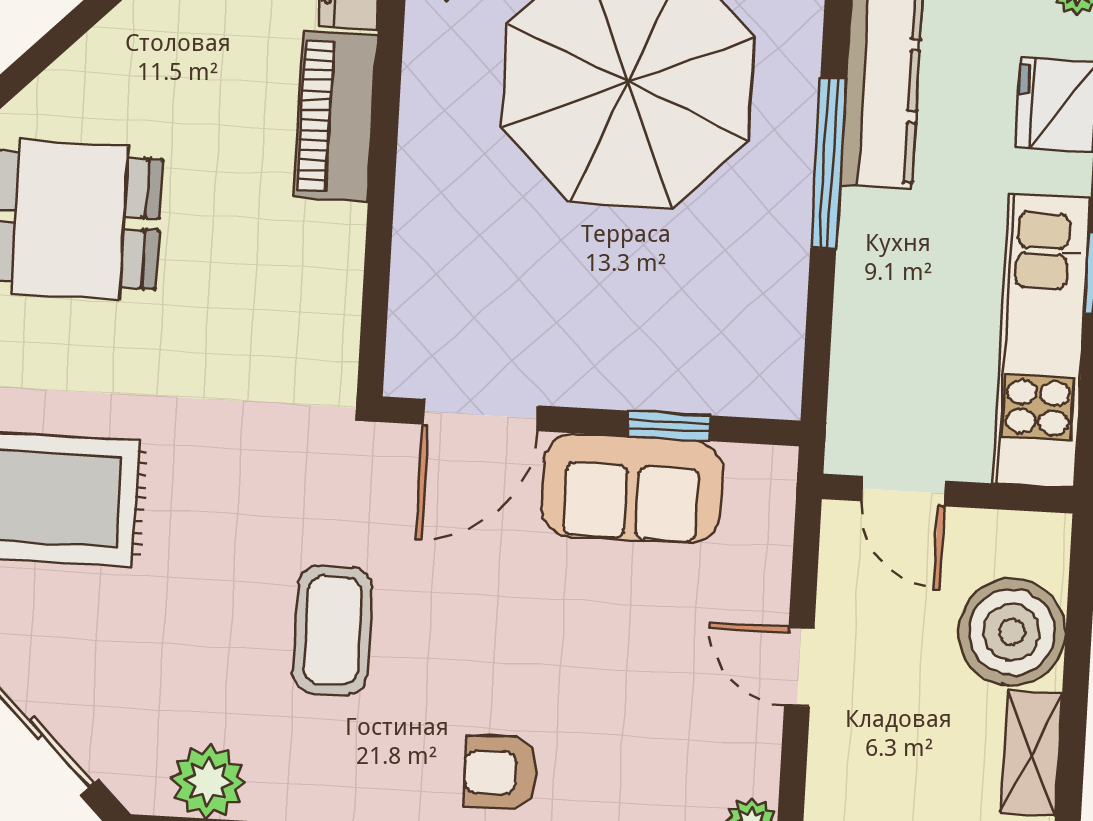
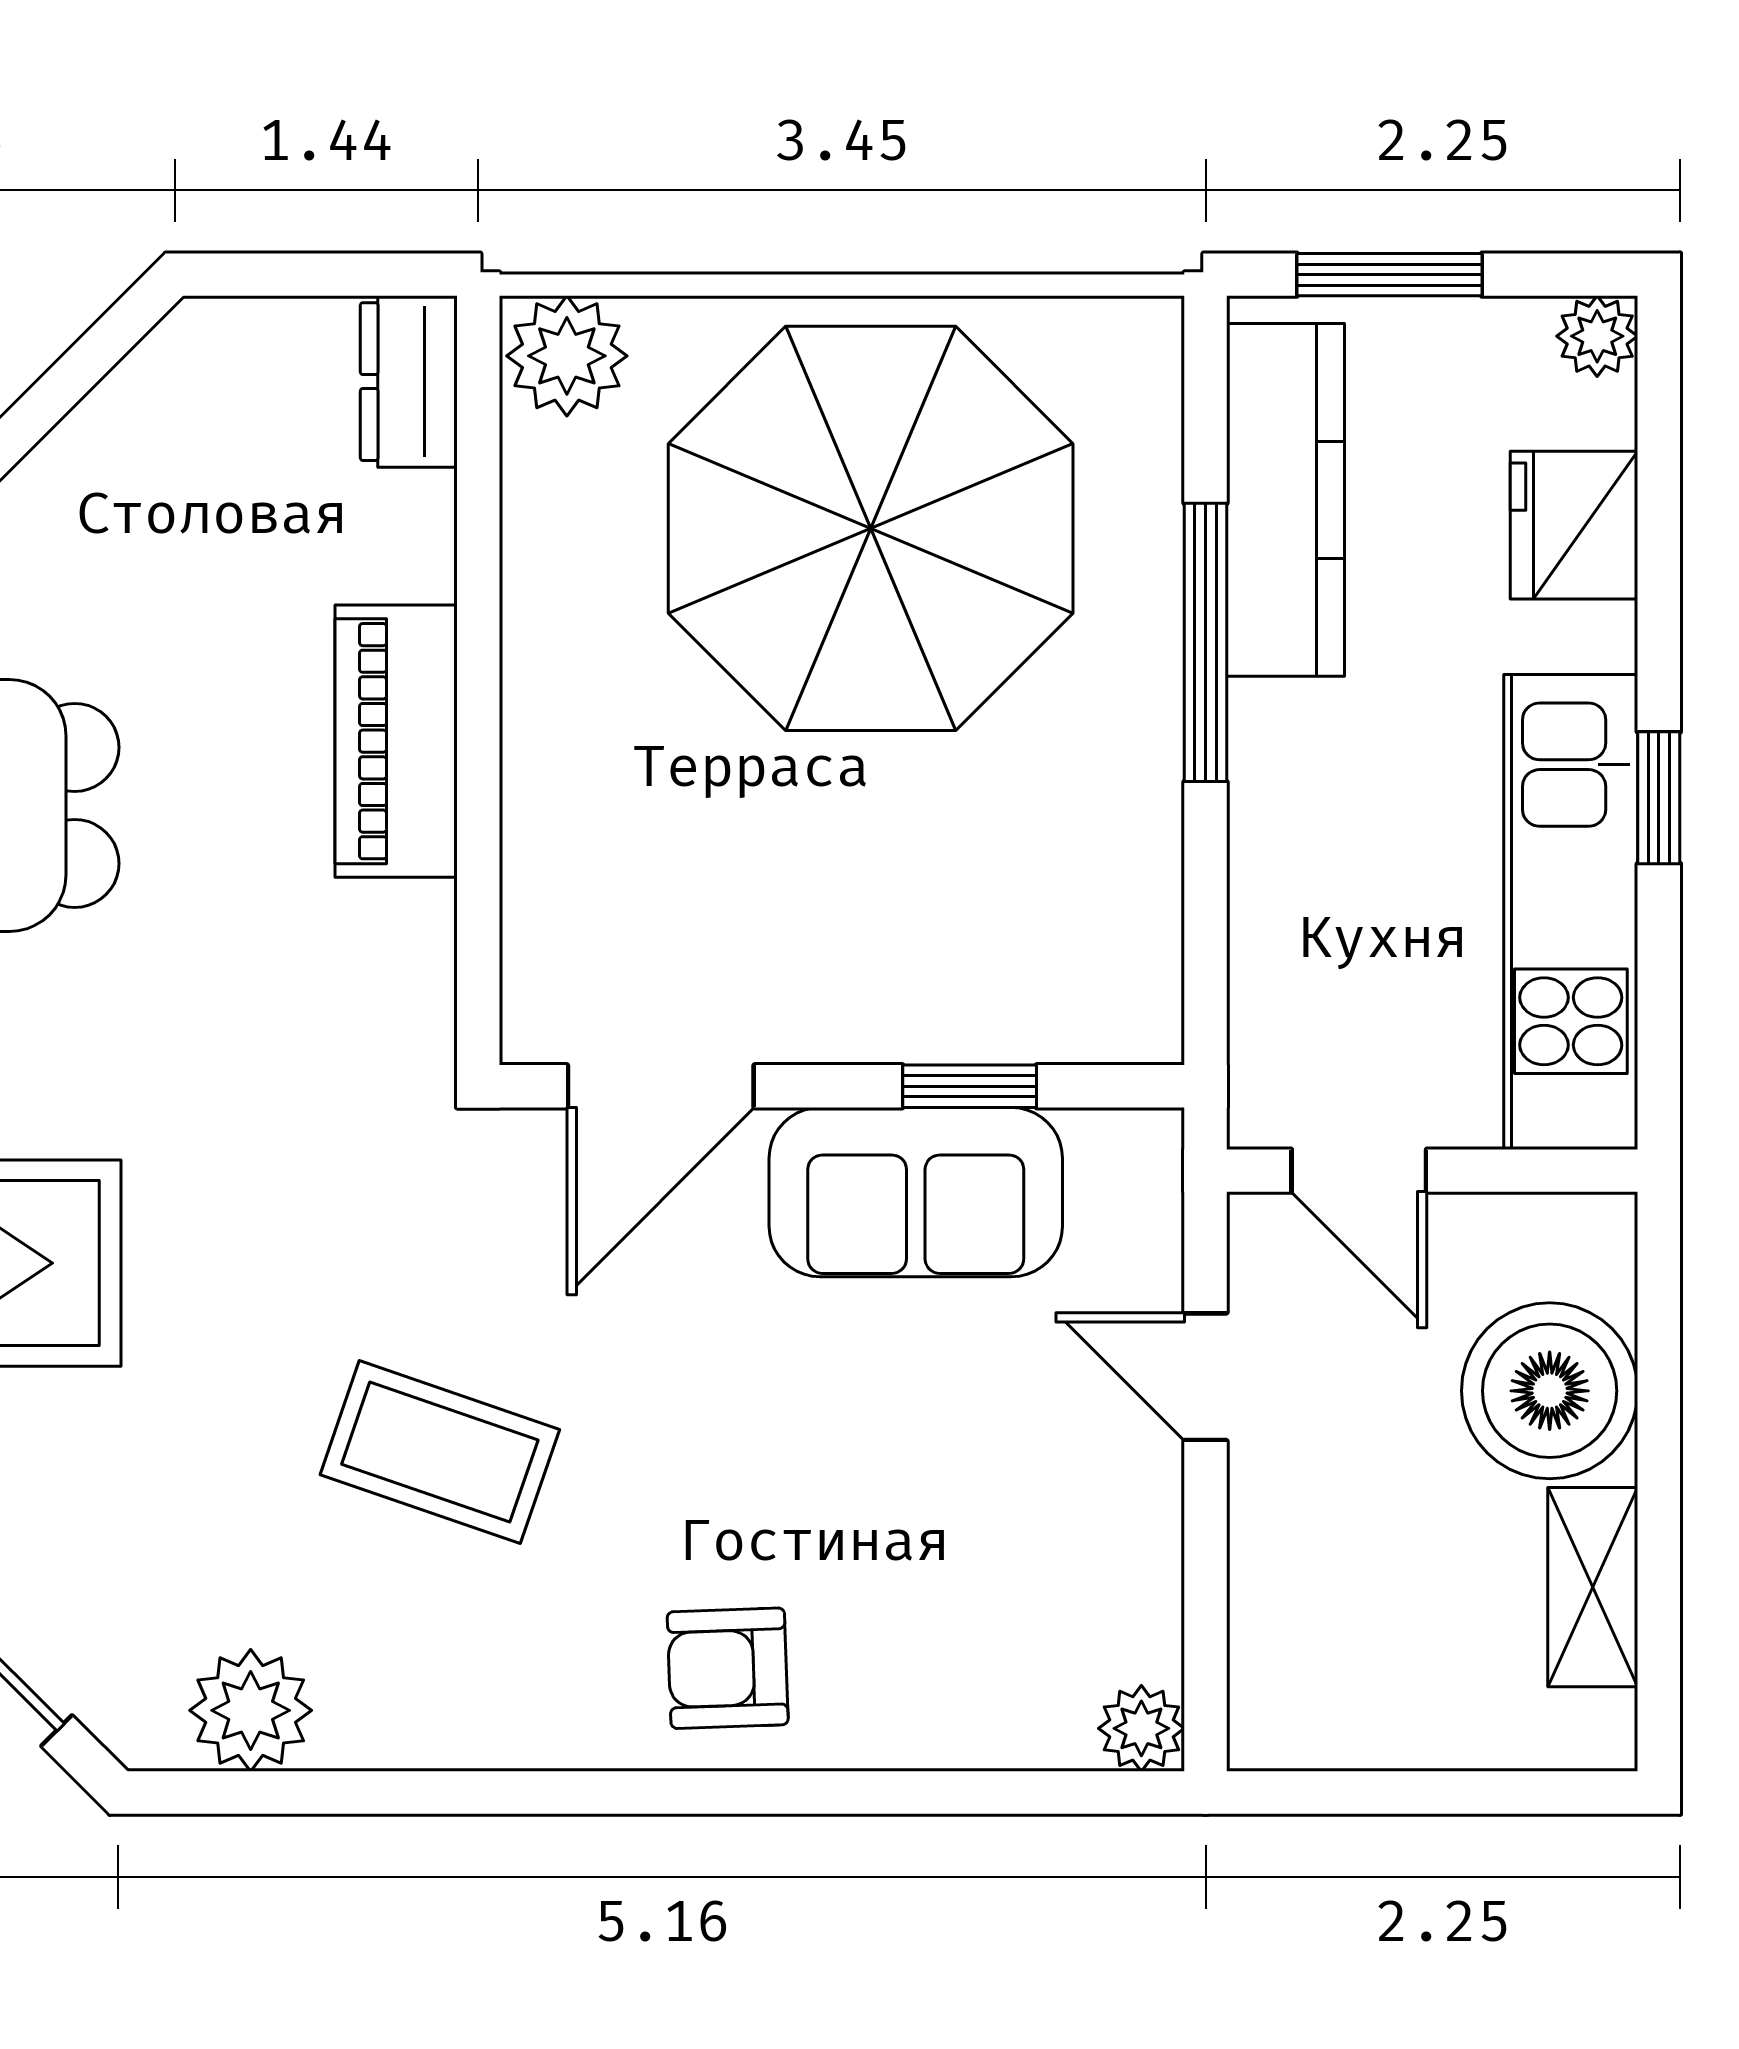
piano: (336, 116) -> (396, 741), moved
coffee table: (333, 630) -> (440, 1452), turned -71
door: (799, 667) -> (1206, 1377), moved

